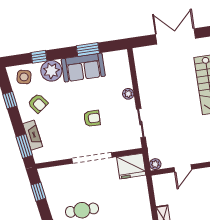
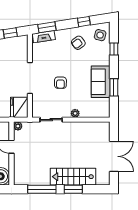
plant: (51, 71) -> (102, 57), removed
fireplace: (33, 135) -> (44, 37), moved

